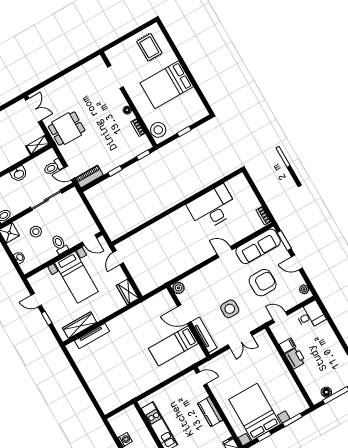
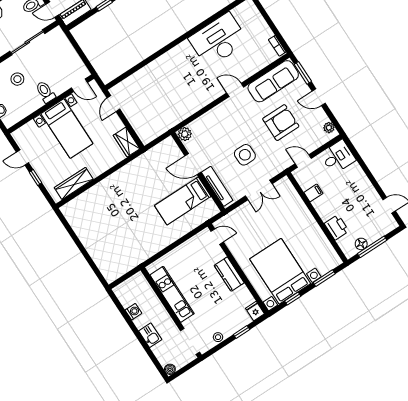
tv unit: (92, 336) -> (89, 195), removed
printer: (295, 358) -> (337, 227), moved

